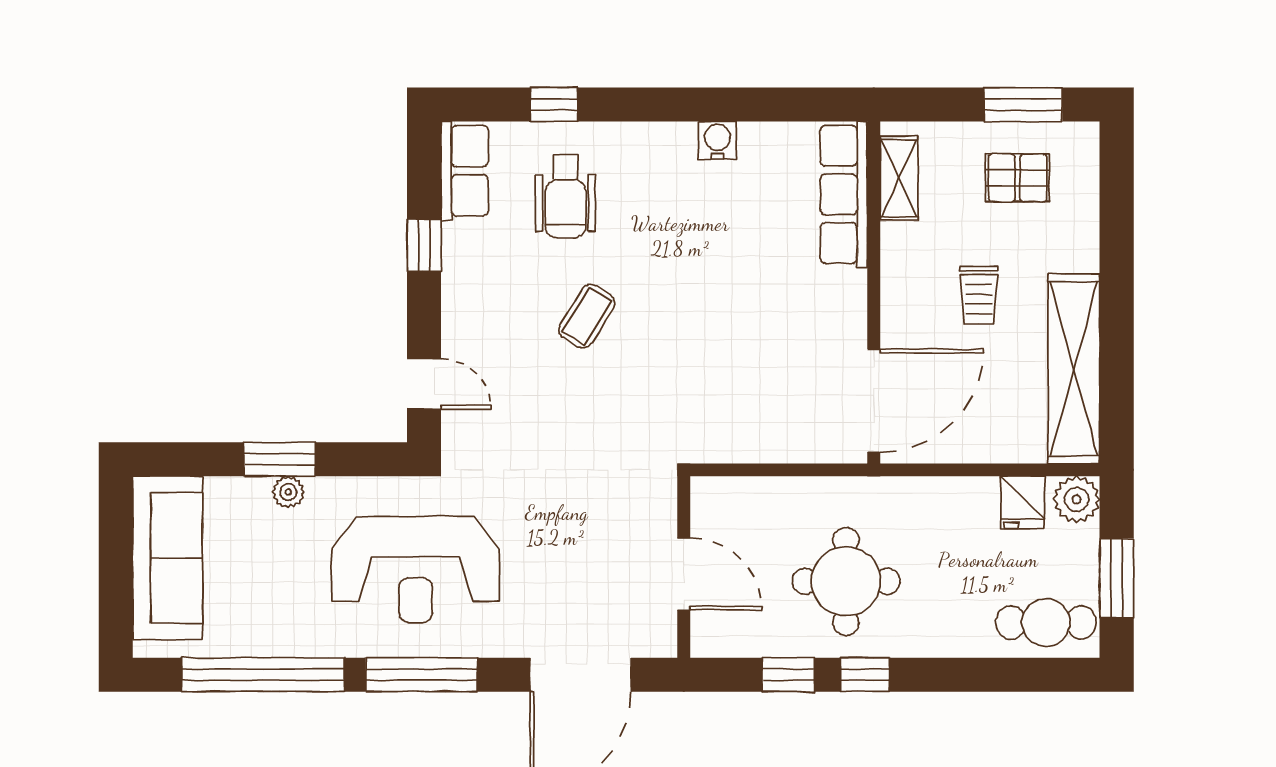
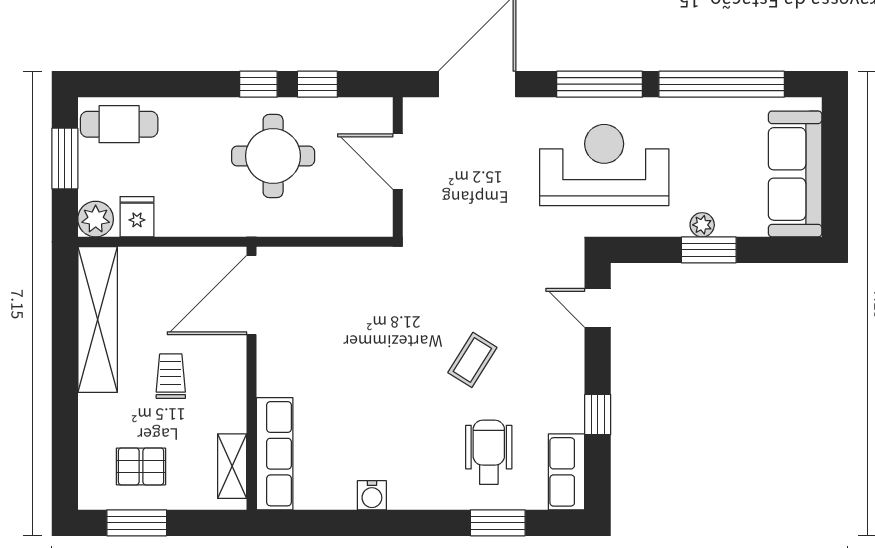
window: (554, 105) -> (498, 523), width x1.50

